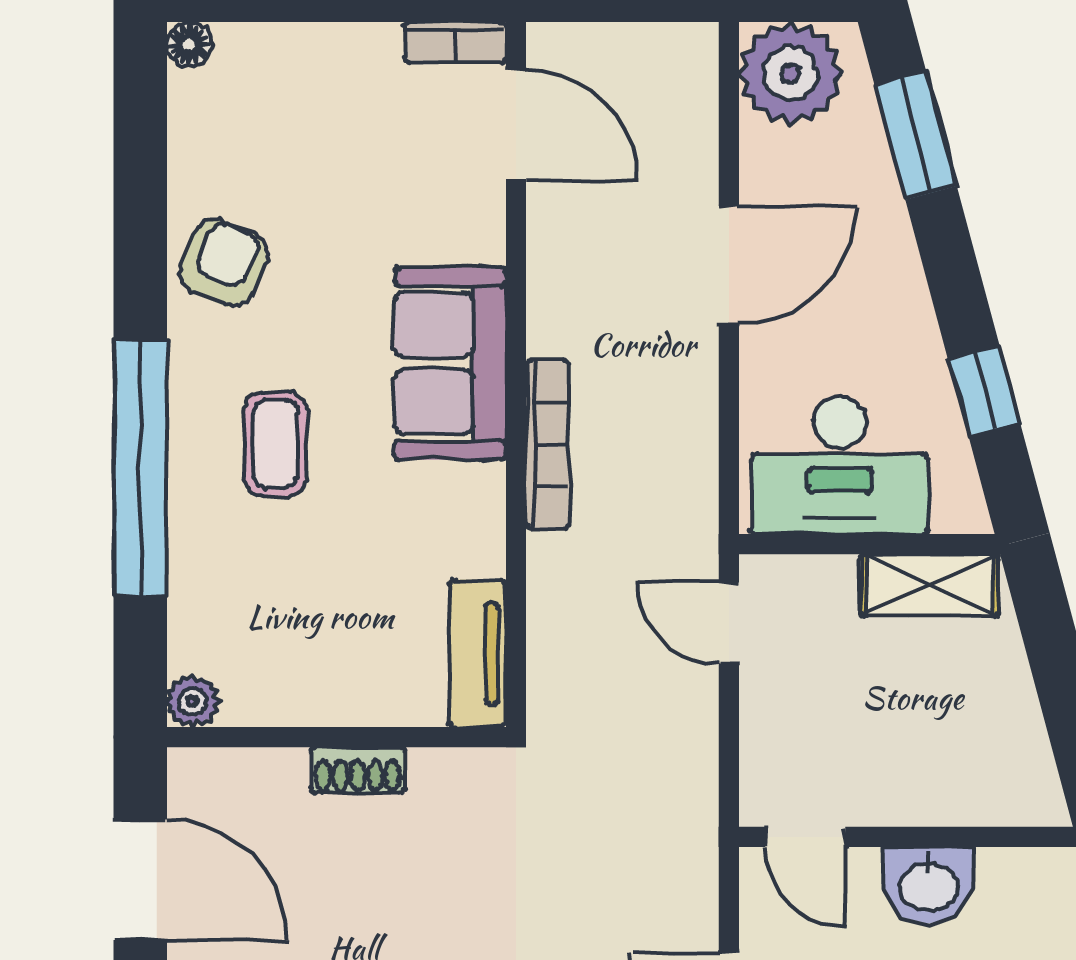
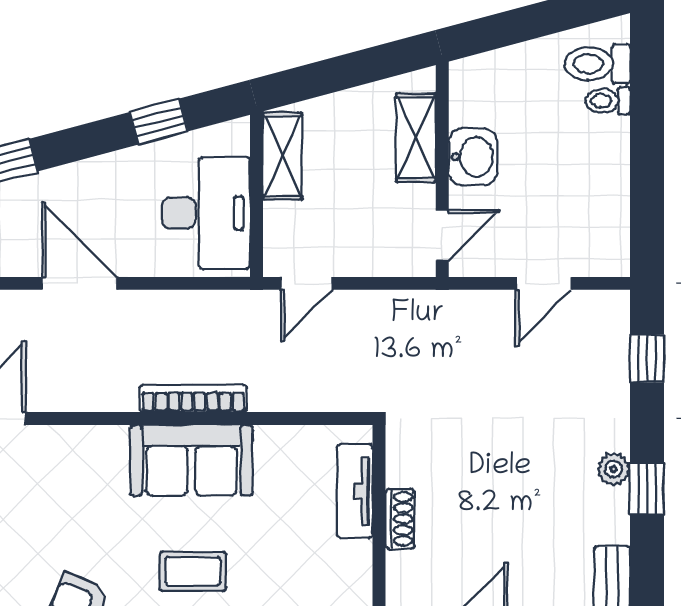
sofa: (450, 363) -> (191, 460), moved
tv unit: (478, 653) -> (355, 491), moved, turned 90
shelving: (958, 795) -> (416, 138), added

